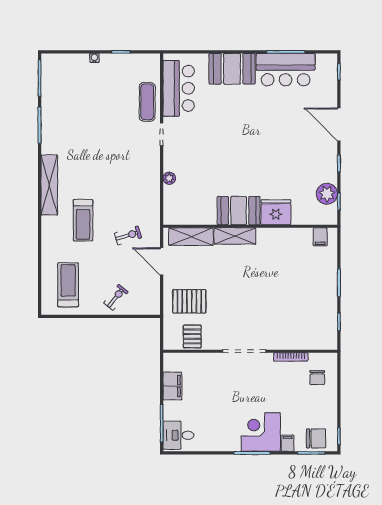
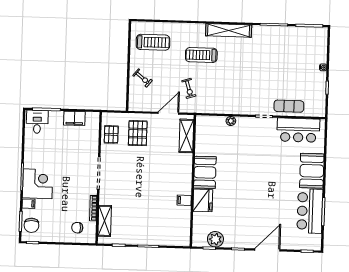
shelving: (235, 236) -> (105, 221), moved
filing cabinet: (320, 237) -> (184, 200), moved
pallet: (192, 336) -> (111, 134), turned 90

